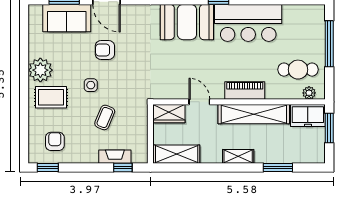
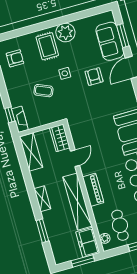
fireplace: (115, 157) -> (20, 119), moved

